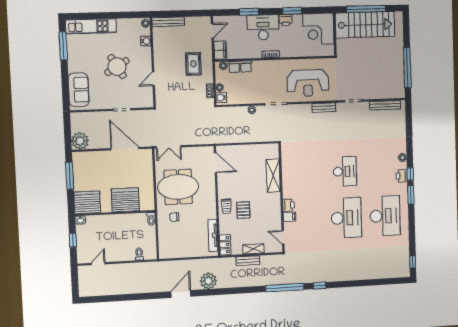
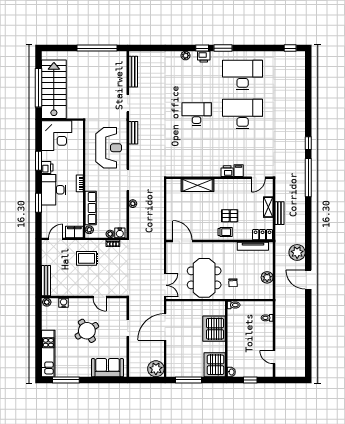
door: (212, 31) -> (56, 239), hinge flipped
row of seats: (240, 67) -> (91, 208), width x1.48
door: (215, 163) -> (182, 241), hinge flipped
plant: (181, 252) -> (267, 277), added

